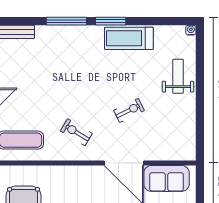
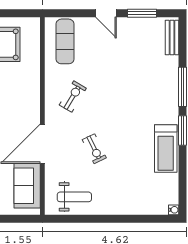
treadmill: (129, 38) -> (166, 148), turned 180
weight bench: (178, 76) -> (74, 197), moved

